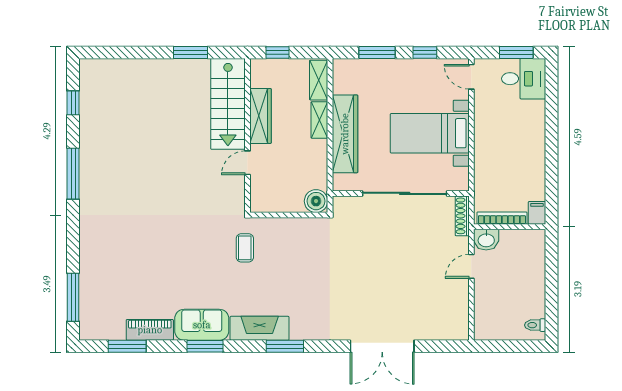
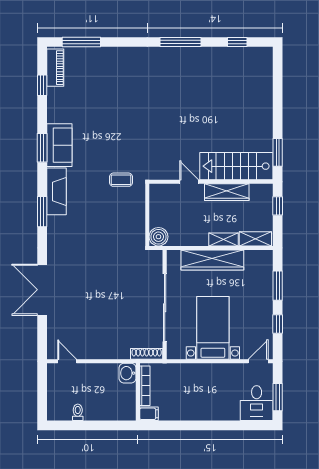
window: (191, 52) -> (278, 152), moved
door: (471, 266) -> (67, 361), moved
toilet: (535, 325) -> (78, 412), moved
piano: (150, 330) -> (55, 68), moved
window: (127, 346) -> (42, 85), width x0.67

